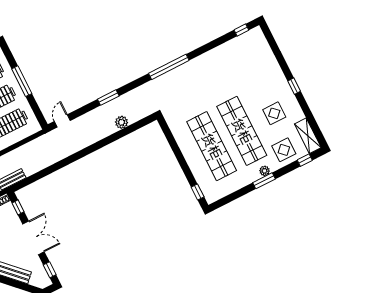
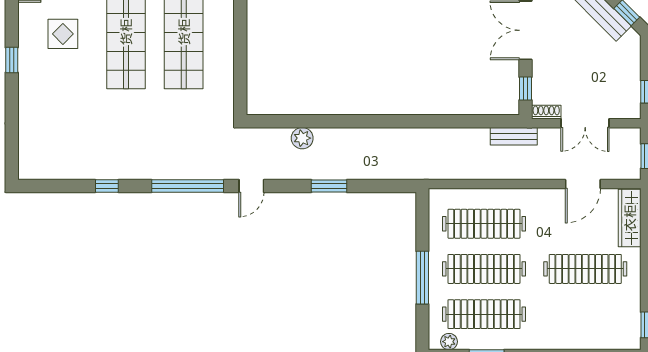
window: (241, 30) -> (107, 186), moved
window: (108, 98) -> (329, 186), moved
door: (62, 121) -> (251, 186), moved

